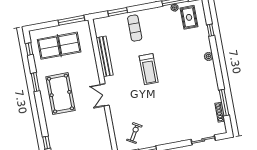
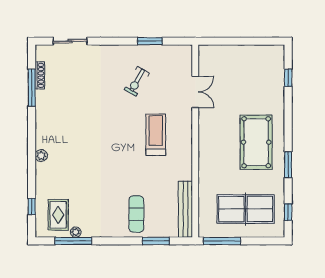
window: (211, 30) -> (32, 206), moved
bench: (105, 56) -> (185, 209), moved
treadmill: (149, 69) -> (156, 135), moved
double door: (105, 95) -> (195, 92), moved
exercise bike: (134, 133) -> (137, 81), moved

